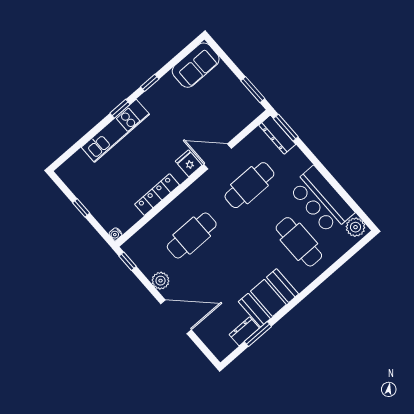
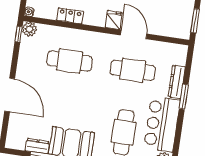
window: (286, 128) -> (184, 97), moved
dresser: (277, 135) -> (177, 82), moved
locker: (157, 195) -> (70, 16), width x0.66
plant: (161, 281) -> (29, 29), moved

